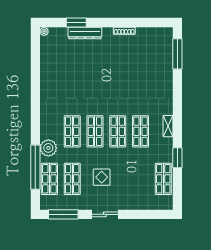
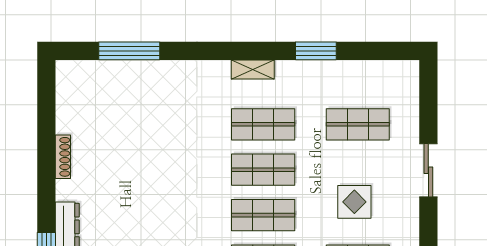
window: (177, 54) -> (129, 51), moved
shop shelf: (163, 179) -> (358, 124), moved
sliding door: (105, 214) -> (428, 170), moved

